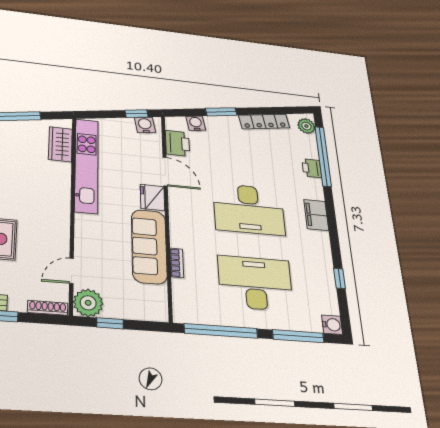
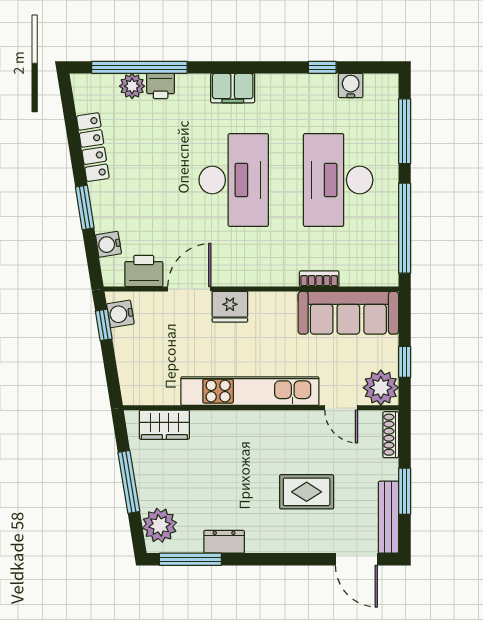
plant: (306, 126) -> (132, 86), moved
kitchen unit: (86, 165) -> (250, 391), moved
sofa: (149, 246) -> (348, 313), moved
water cooler: (332, 325) -> (351, 86), moved

